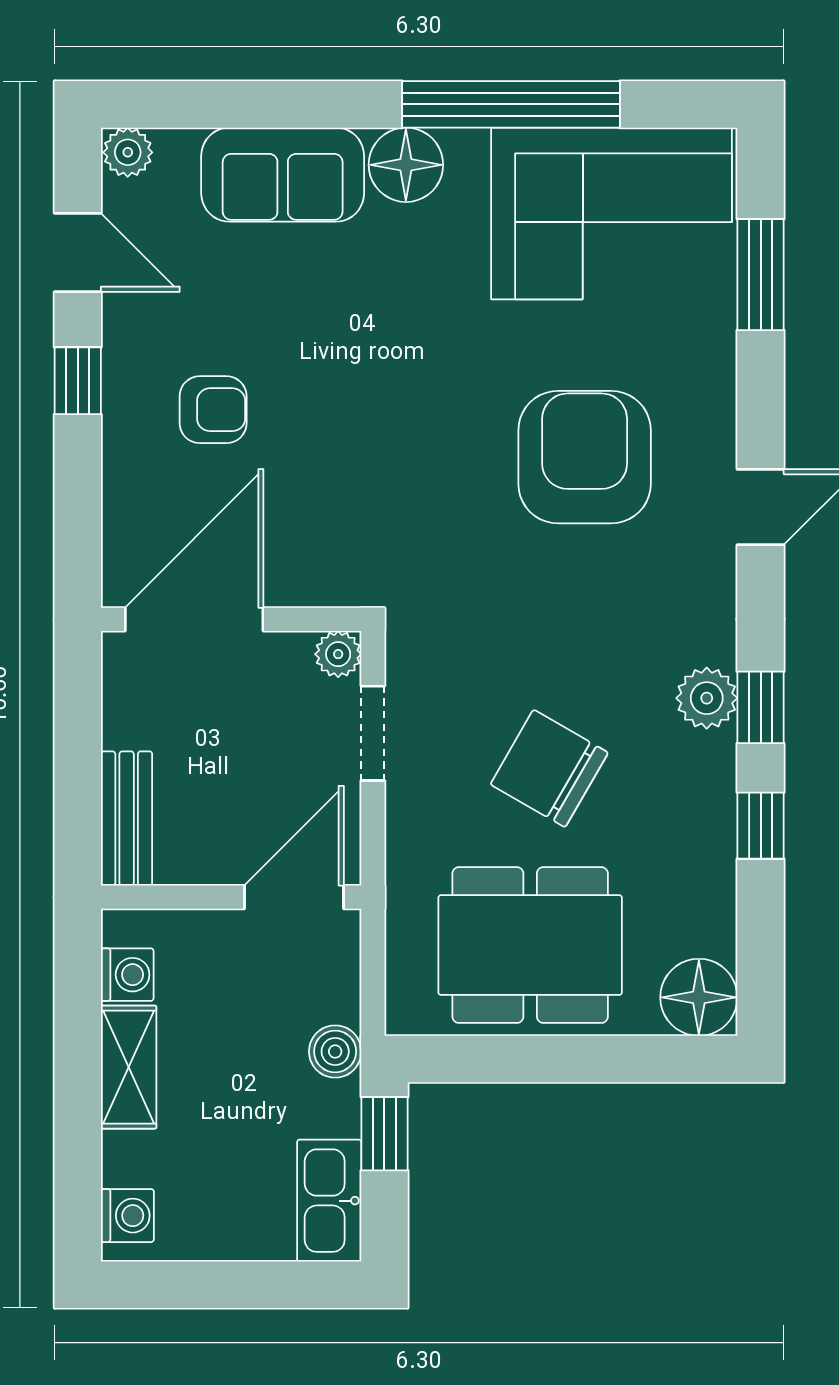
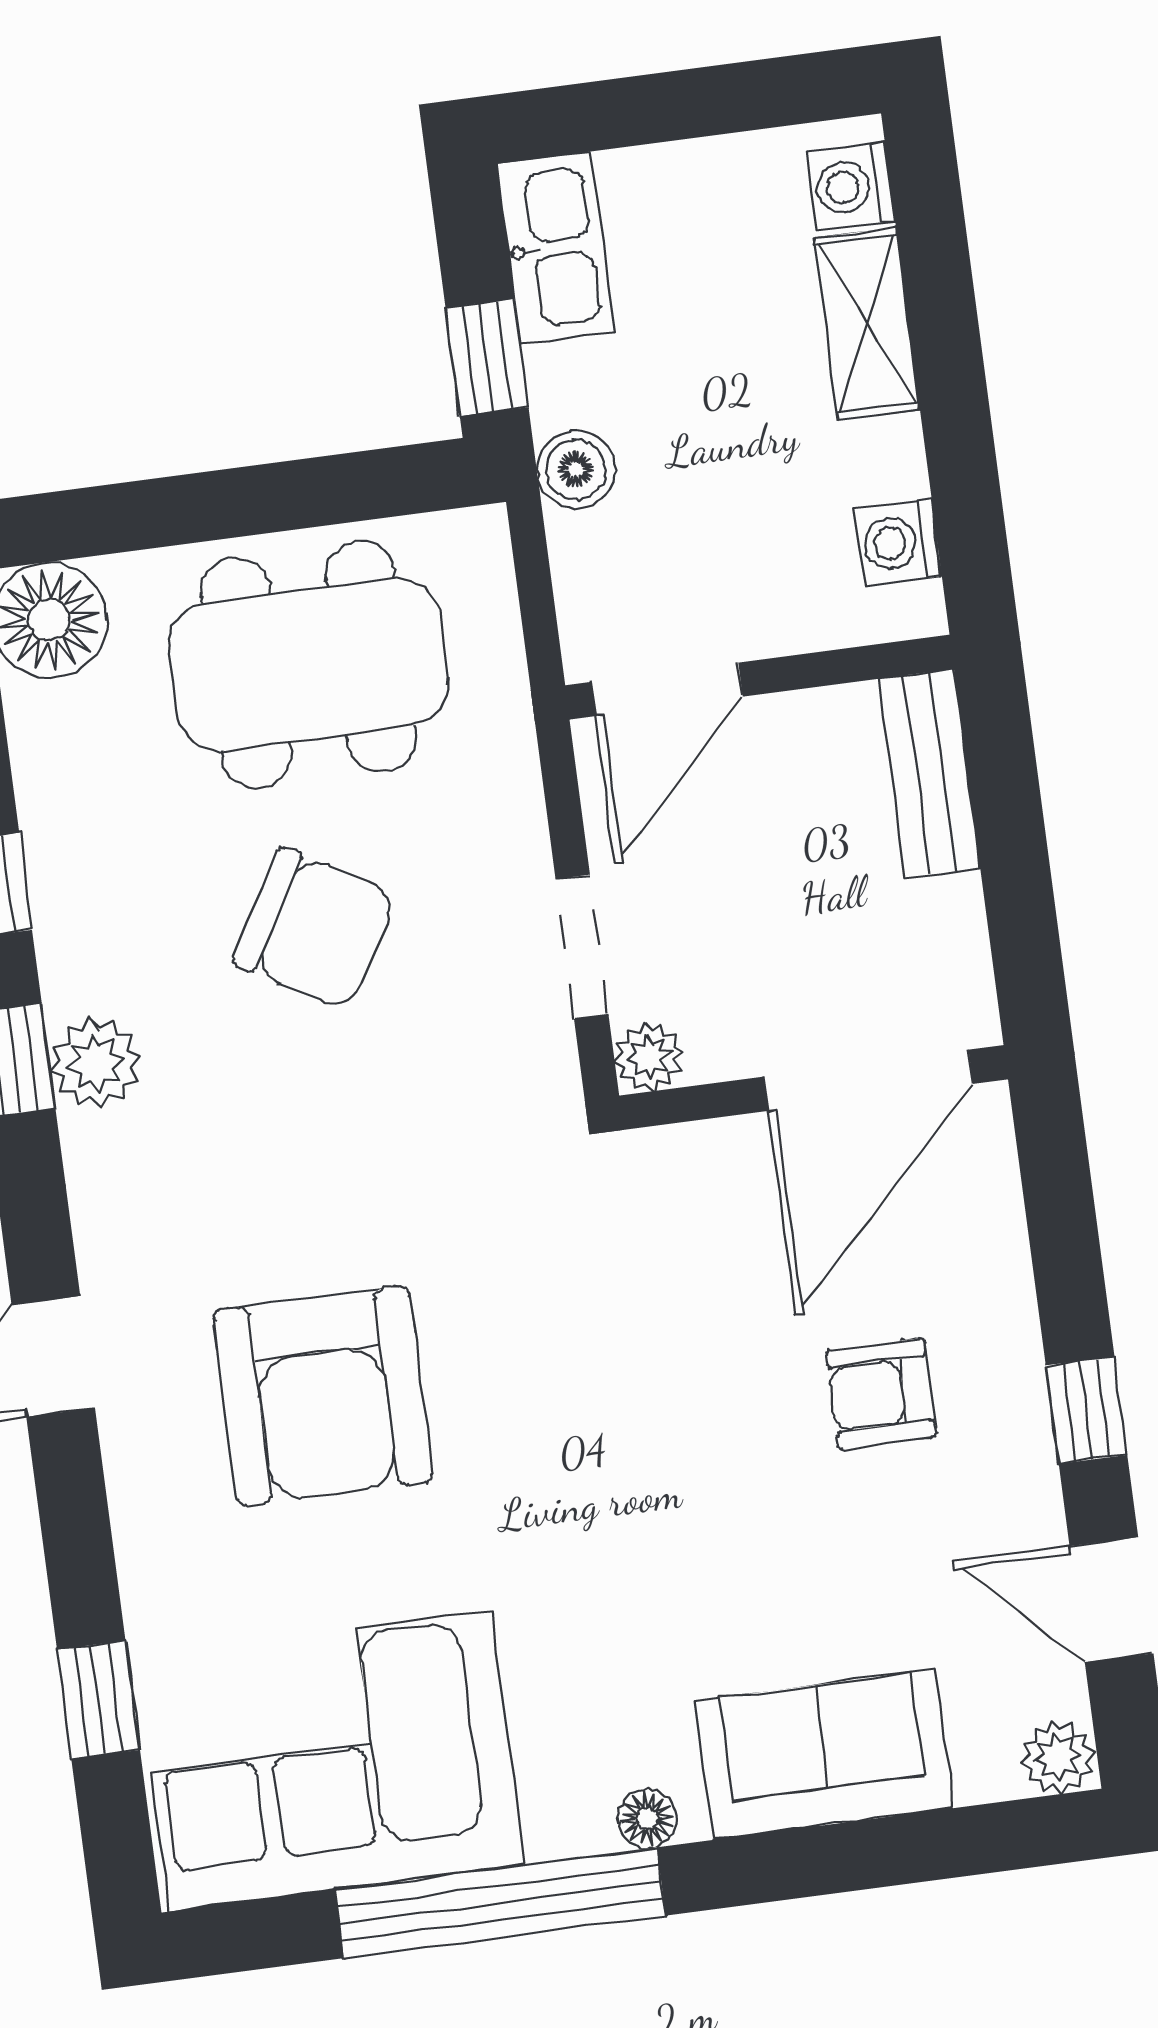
floor lamp: (406, 165) -> (647, 1819), width x0.53, depth x0.53
window: (761, 275) -> (98, 1700), width x0.67
shelving: (129, 1067) -> (867, 324), moved

